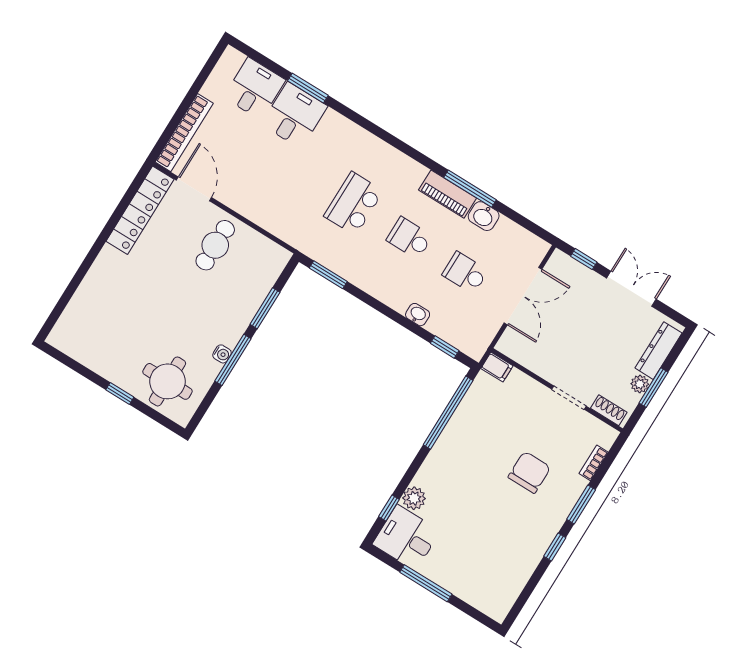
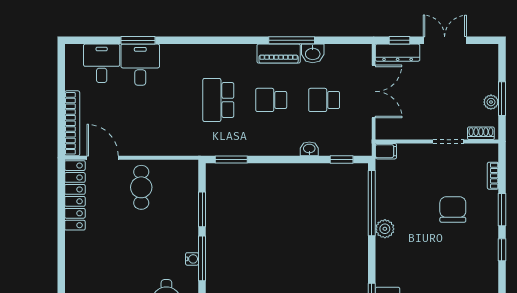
dresser: (659, 351) -> (398, 53), moved, turned -90
plant: (414, 498) -> (385, 229), moved

